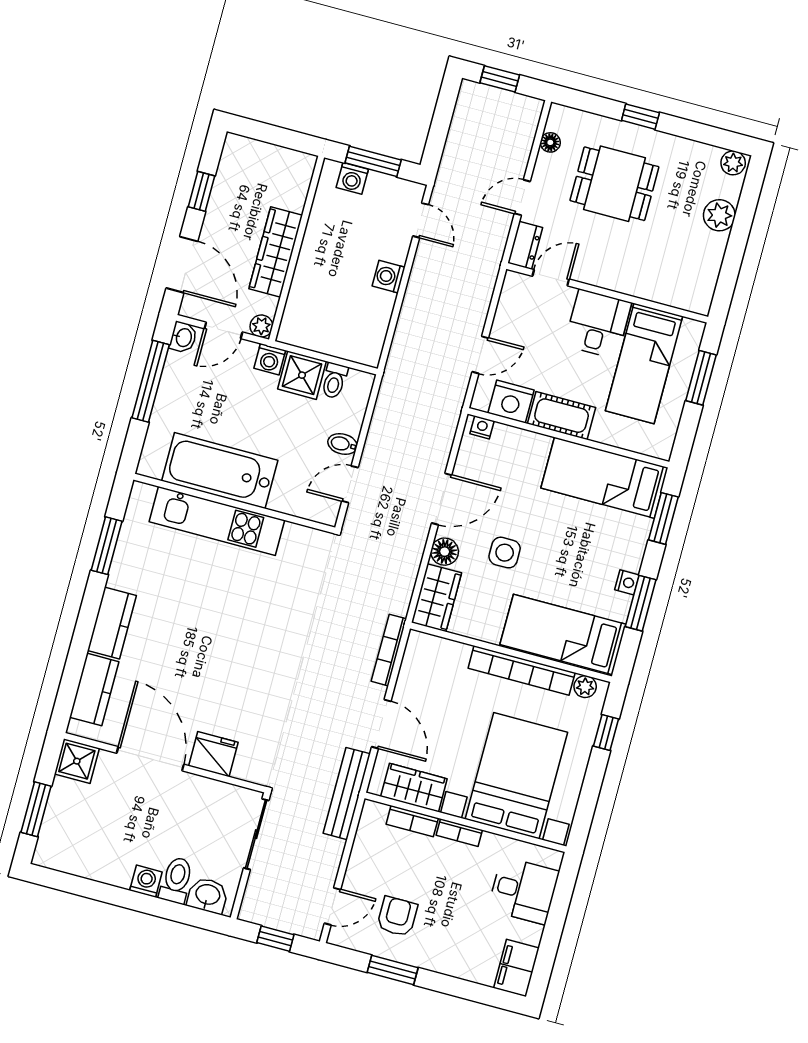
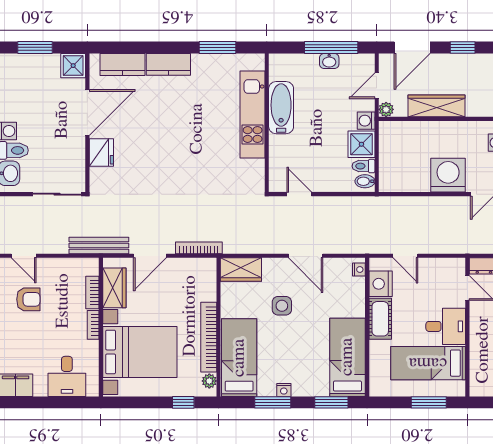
washing machine: (389, 277) -> (448, 175), width x1.89, depth x1.89
door: (223, 330) -> (377, 86), hinge flipped
washbasin: (183, 337) -> (329, 61), moved
bidet: (342, 444) -> (365, 181), moved, turned -90
bathtub: (220, 471) -> (281, 108), width x0.73, depth x0.73
floor lamp: (445, 552) -> (272, 267), removed

